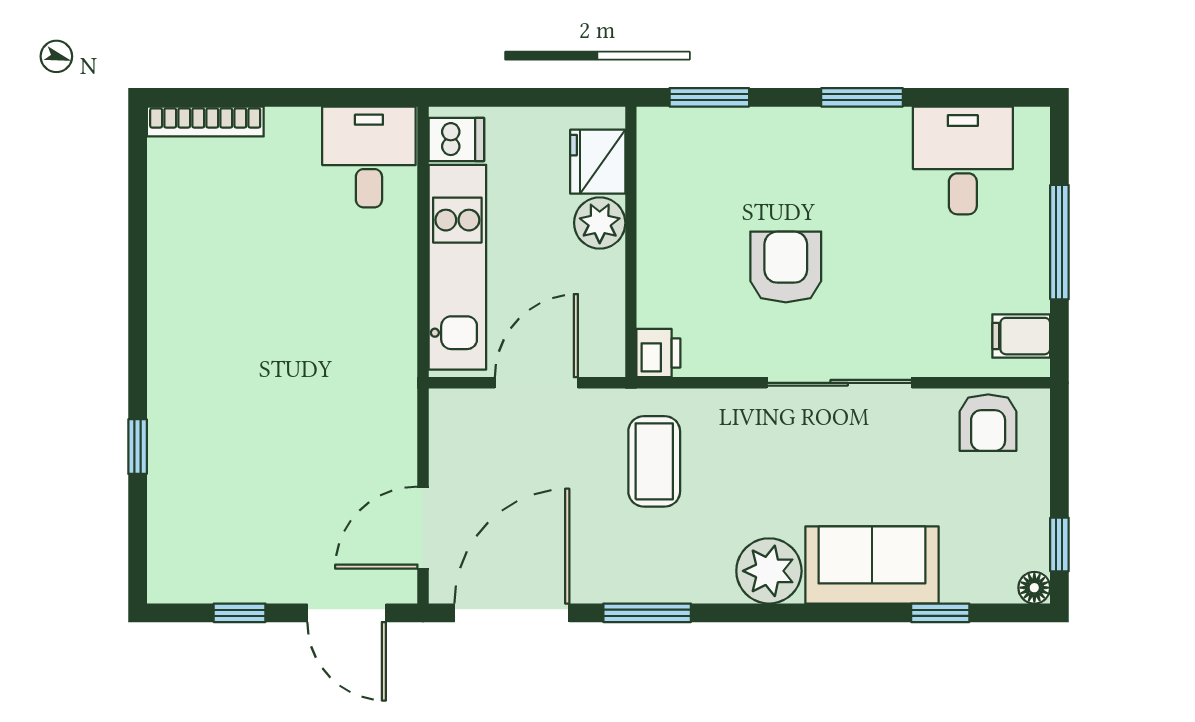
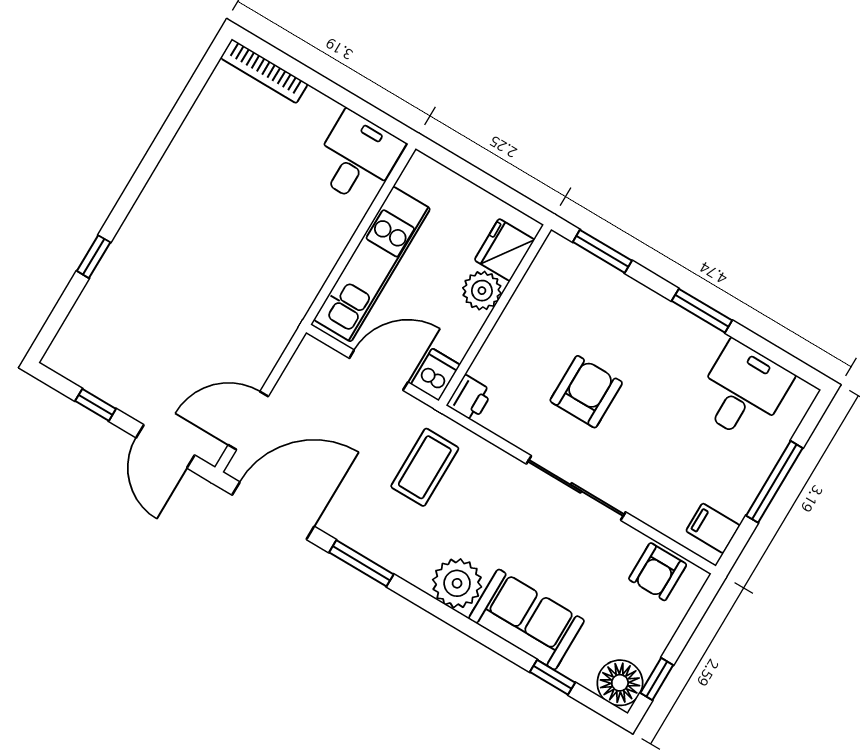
dishwasher: (456, 139) -> (435, 375), moved, turned -90
floor lamp: (1034, 588) -> (620, 683), width x1.89, depth x1.89

